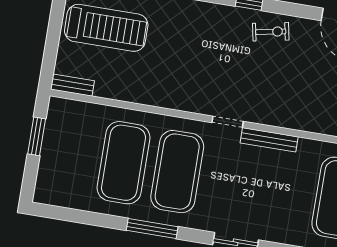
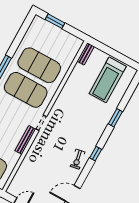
window: (37, 136) -> (55, 21), moved

